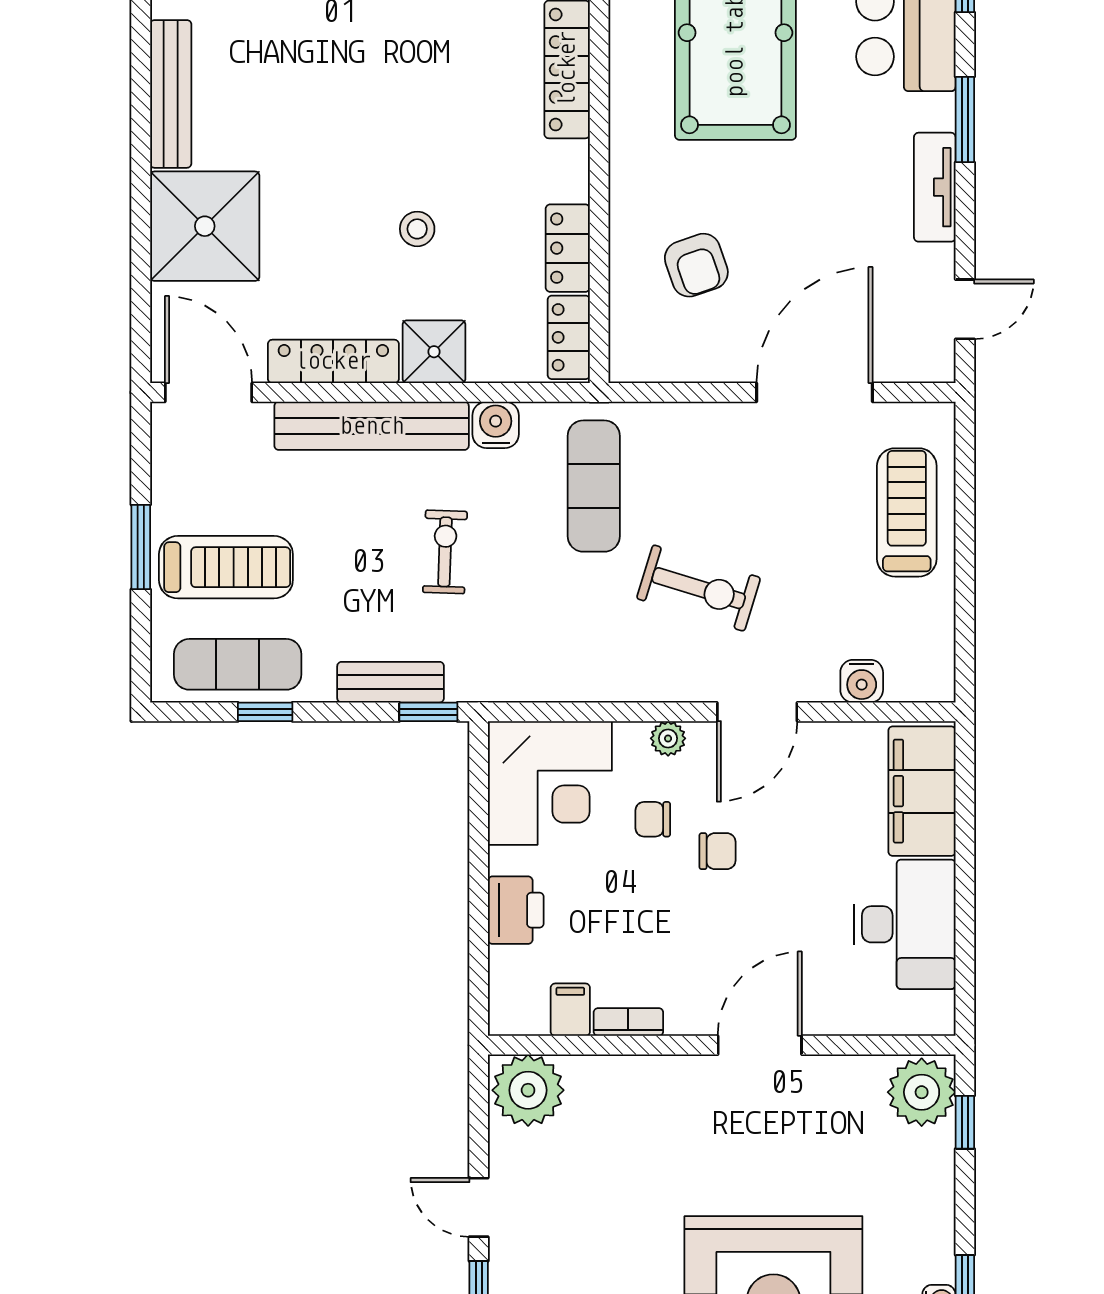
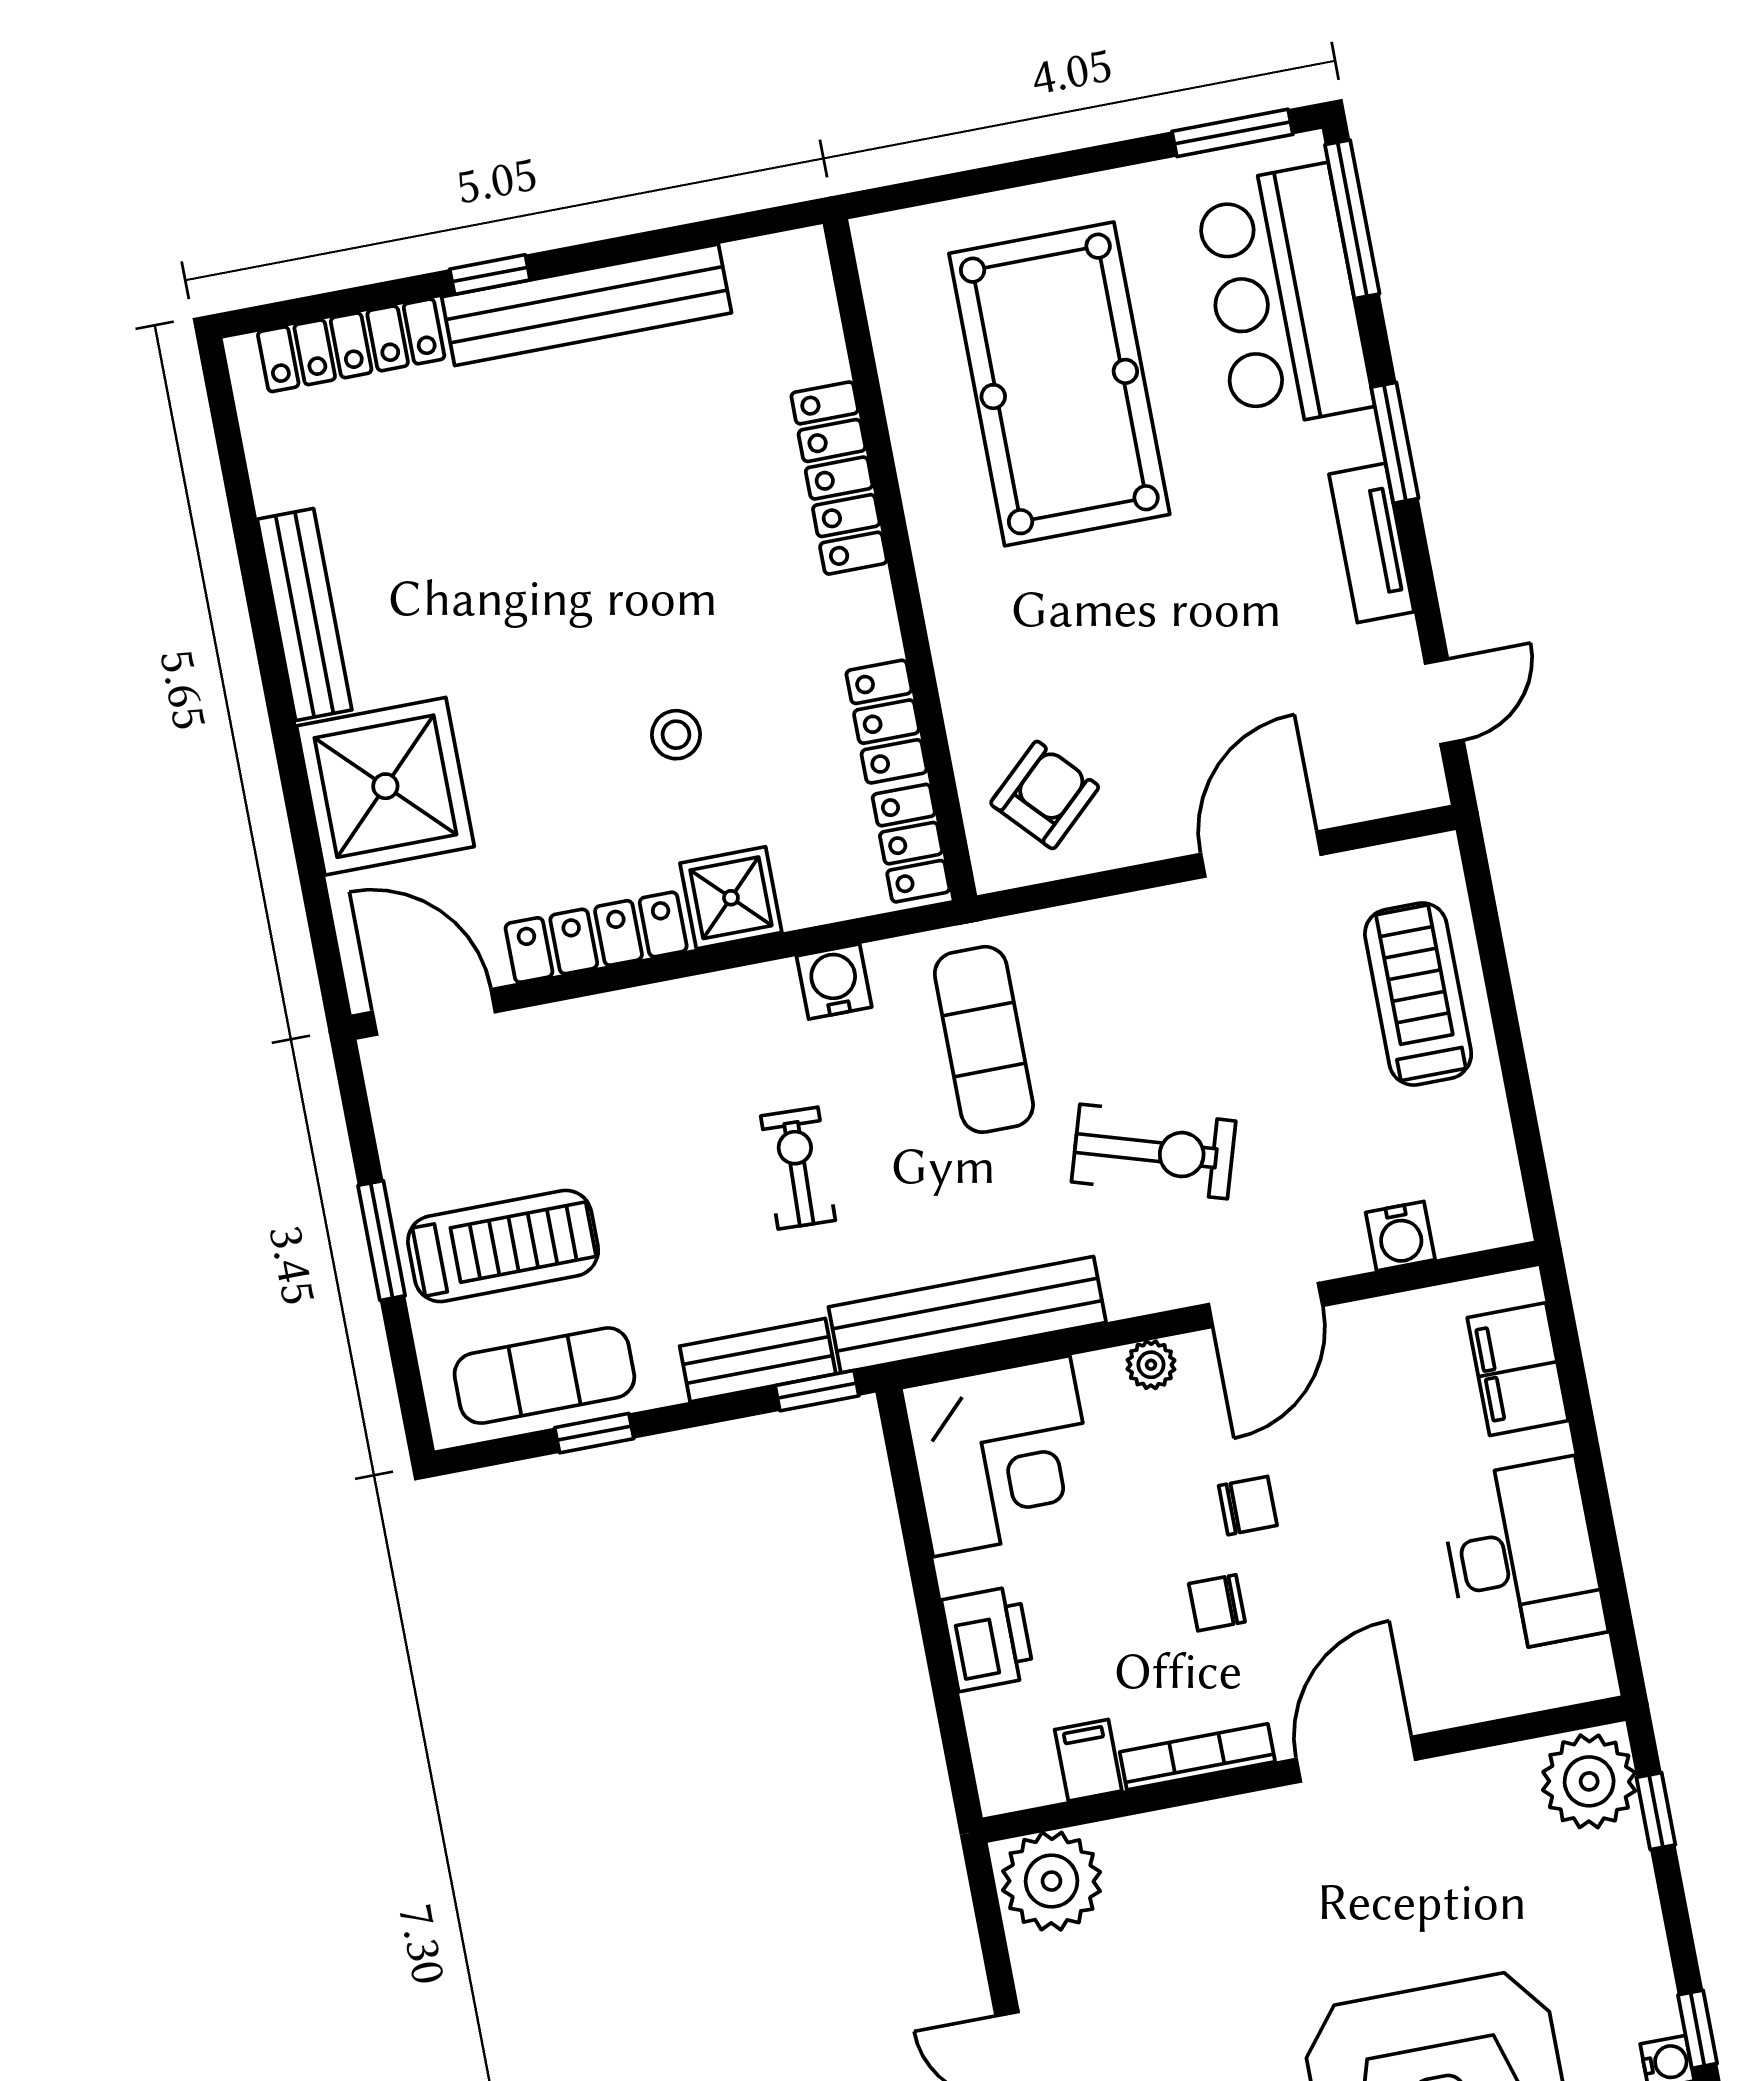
armchair: (696, 265) -> (1045, 795), moved, turned -114
door: (815, 392) -> (1261, 854), width x0.73
bench: (372, 426) -> (967, 1315), moved
filing cabinet: (922, 791) -> (1518, 1369), width x0.67, depth x0.86
chair: (653, 819) -> (1217, 1603), moved
bookcase: (628, 1022) -> (1197, 1757), width x1.56

